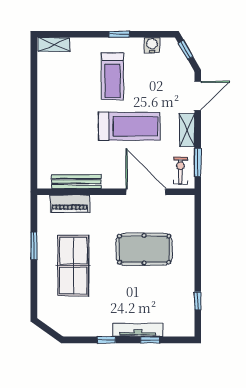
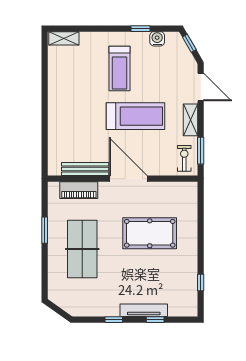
window: (119, 34) -> (140, 29), moved
door: (198, 96) -> (201, 87), hinge flipped
door: (146, 192) -> (128, 179), moved

